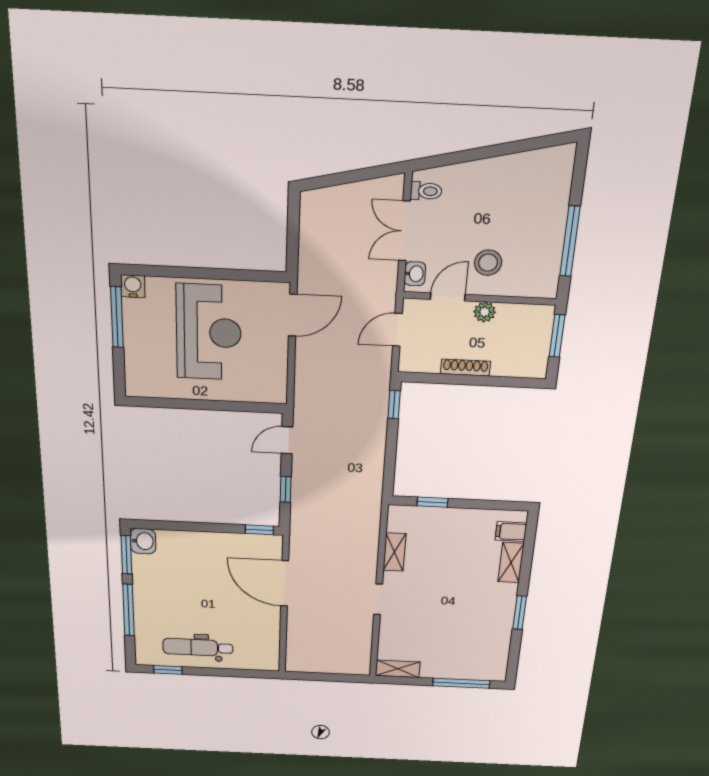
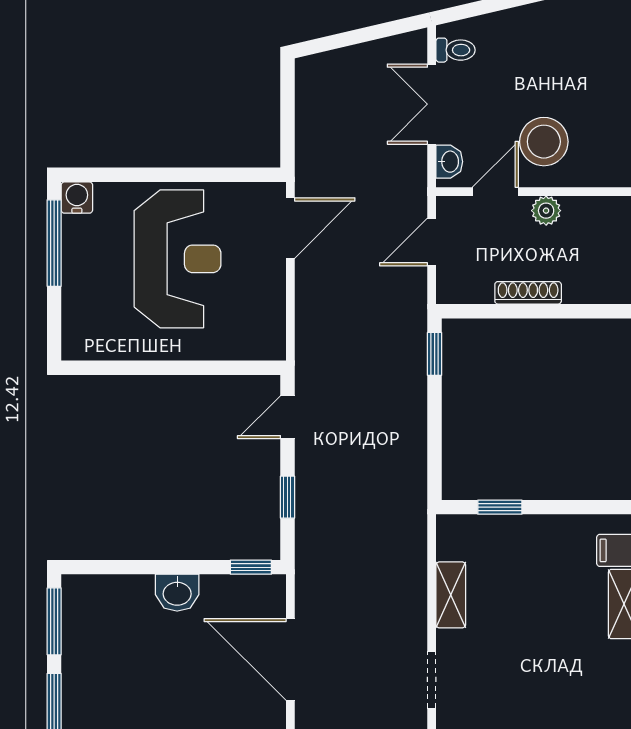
stool: (488, 263) -> (544, 142), width x1.38, depth x1.38
washbasin: (143, 541) -> (177, 593), moved, turned 90

